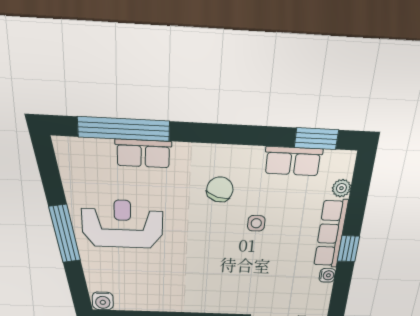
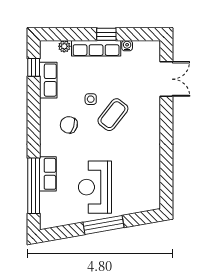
window: (316, 139) -> (34, 67), width x0.67
coffee table: (230, 253) -> (113, 115), added
water cooler: (103, 301) -> (153, 201), removed

